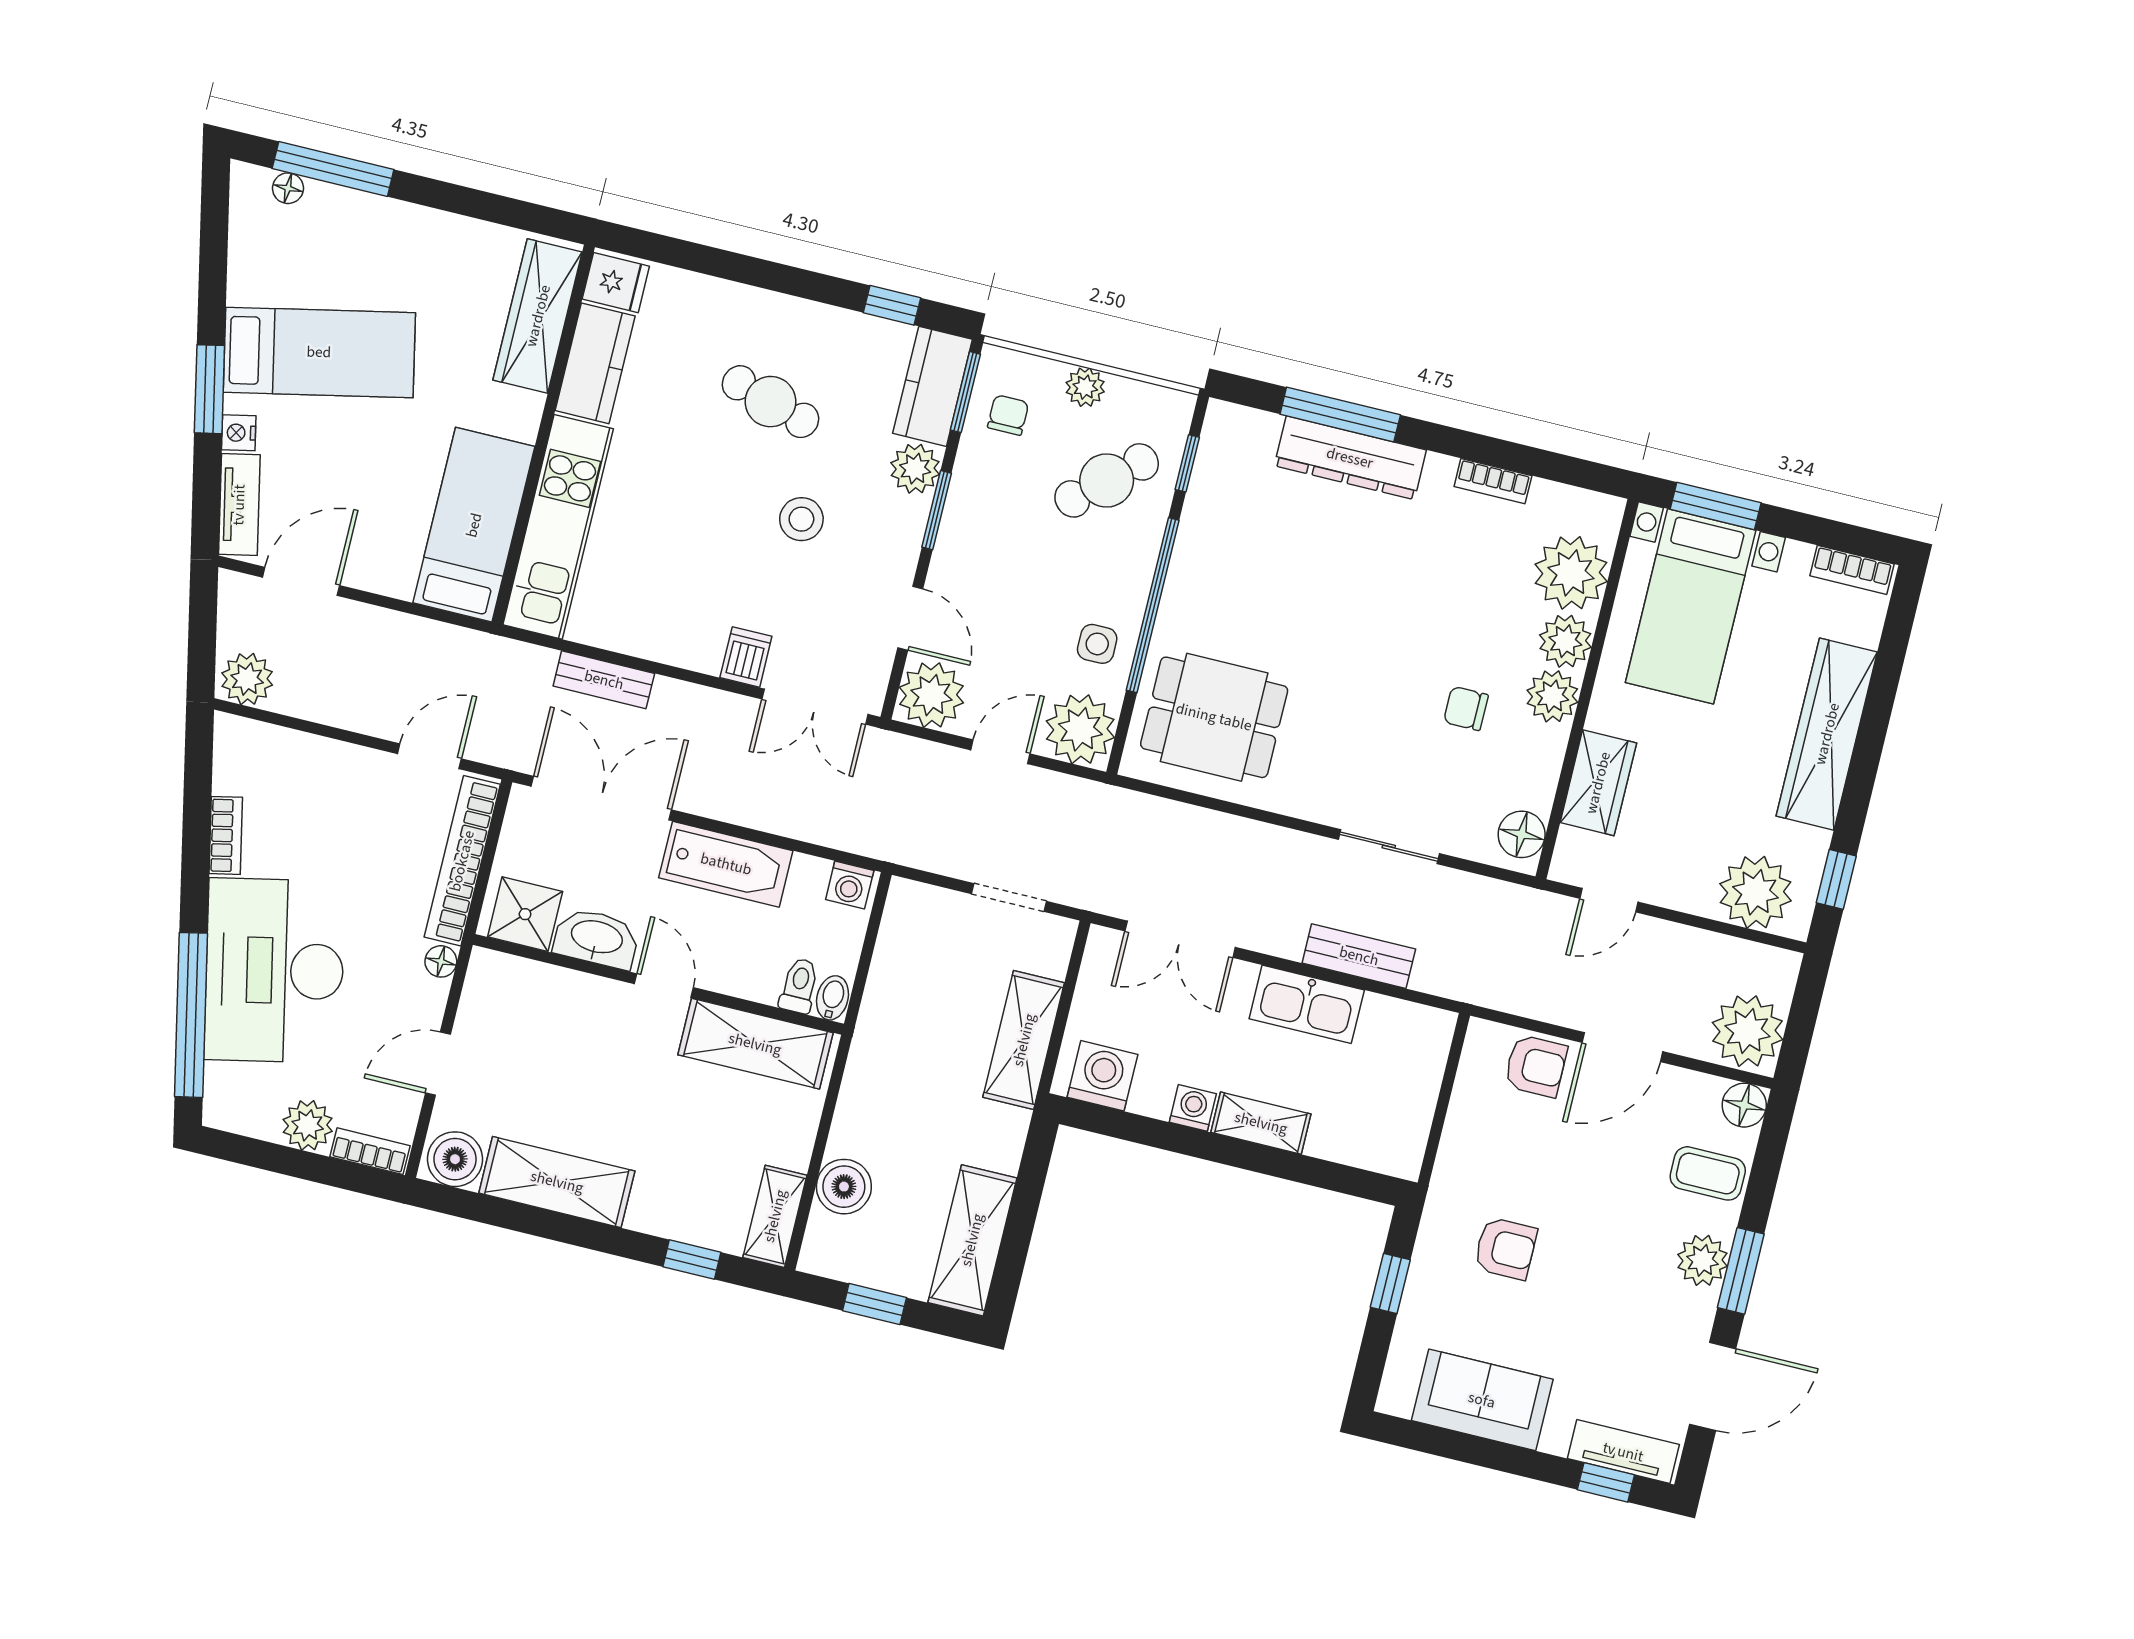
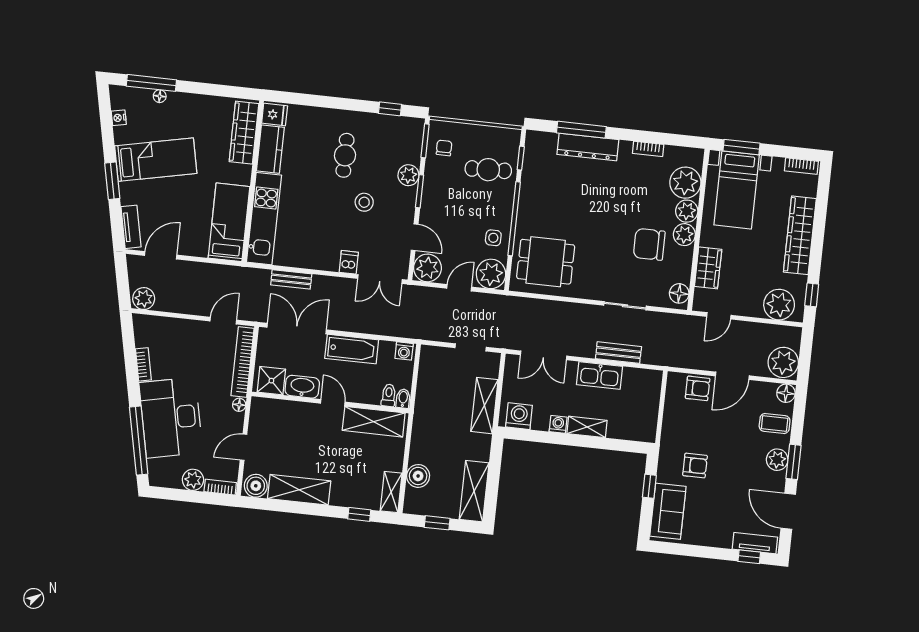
floor lamp: (288, 188) -> (160, 96), moved
kitchen counter: (933, 386) -> (411, 140), removed
plant: (1085, 387) -> (474, 132), removed
cafe table: (770, 402) -> (345, 155), turned 73
nightstand: (239, 433) -> (119, 118), moved
cafe table: (1107, 480) -> (488, 170), turned 40
chair: (1466, 708) -> (649, 244), width x1.87, depth x1.87
door: (1713, 1386) -> (788, 511), swing flipped
sofa: (1482, 1400) -> (668, 511), moved, turned 90

